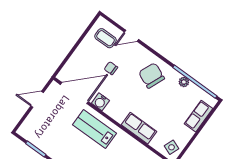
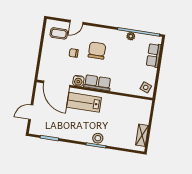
chair: (152, 75) -> (97, 51), moved, turned 67
door: (74, 93) -> (57, 84), swing flipped
door: (37, 99) -> (31, 112), moved
row of seats: (139, 128) -> (98, 83), moved

